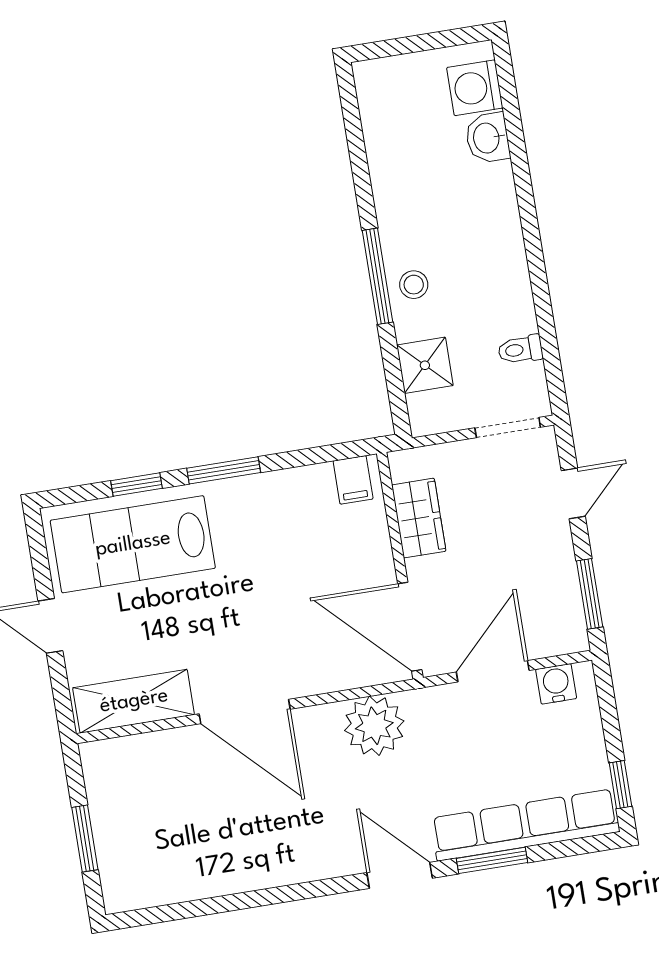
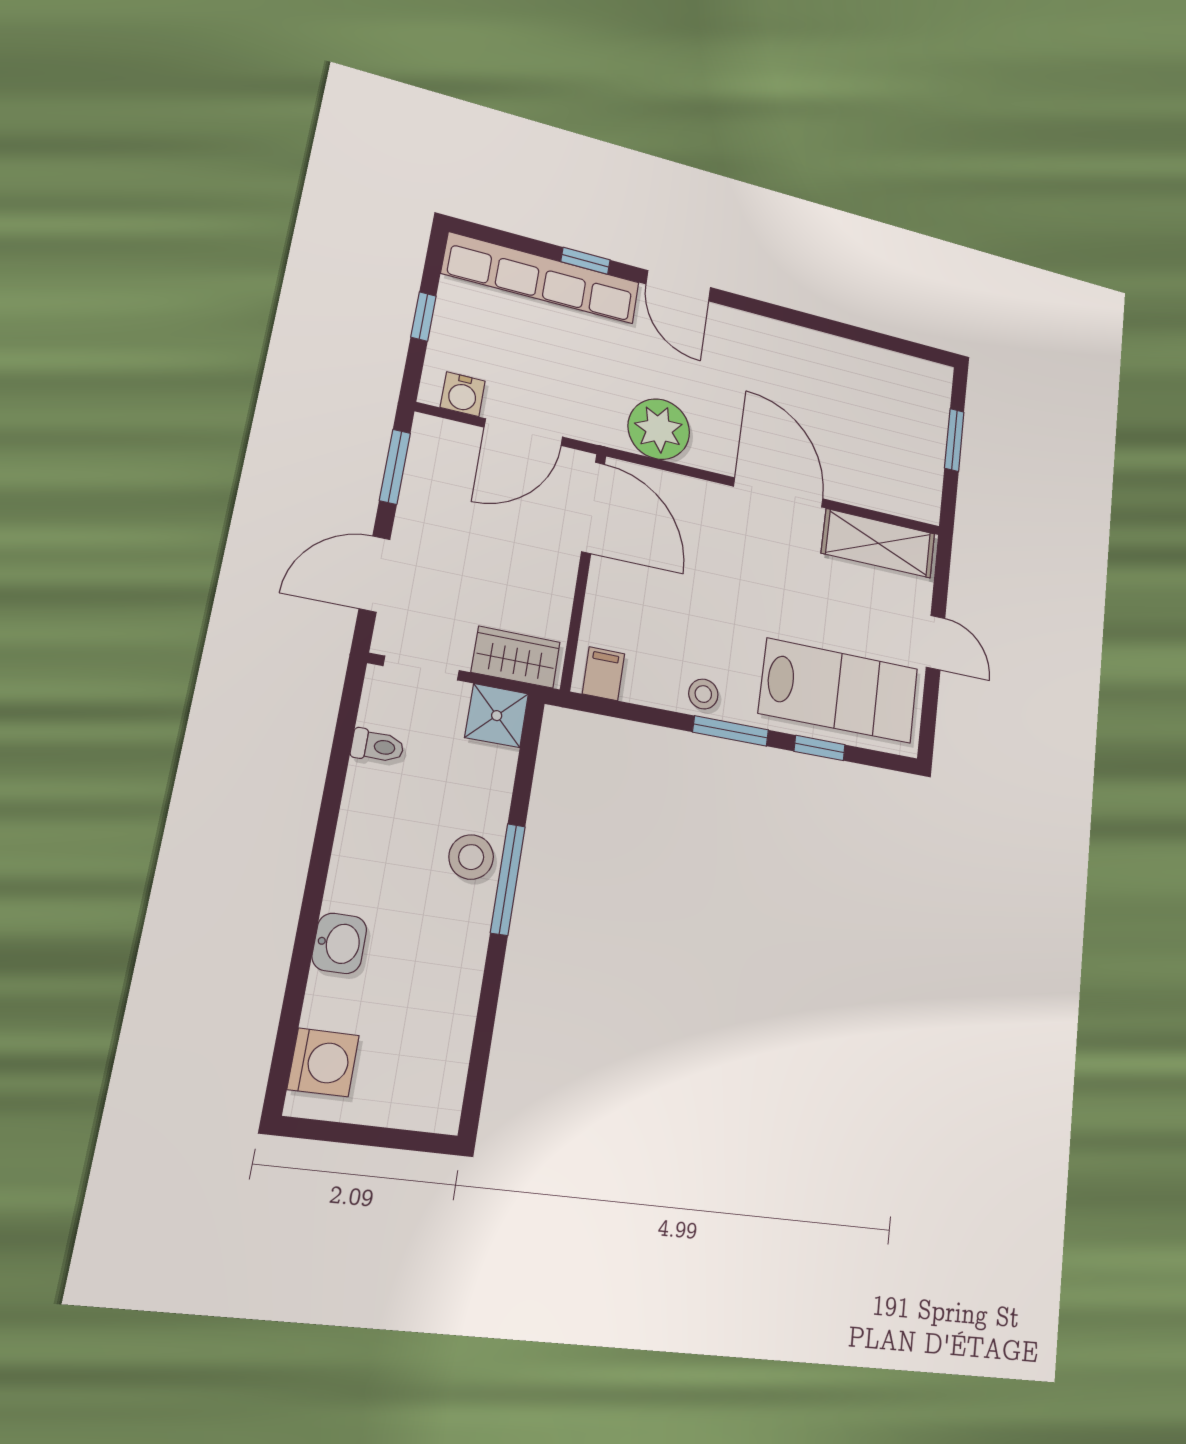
washbasin: (487, 138) -> (339, 943), moved
stool: (414, 285) -> (471, 857), width x1.37, depth x1.37
shower: (425, 365) -> (497, 716), moved
door: (573, 493) -> (375, 574), width x1.38
stool: (259, 495) -> (703, 694), added
wardrobe: (419, 518) -> (516, 657), moved, turned 90
window: (620, 785) -> (423, 316), moved
window: (492, 860) -> (585, 261), width x0.67

